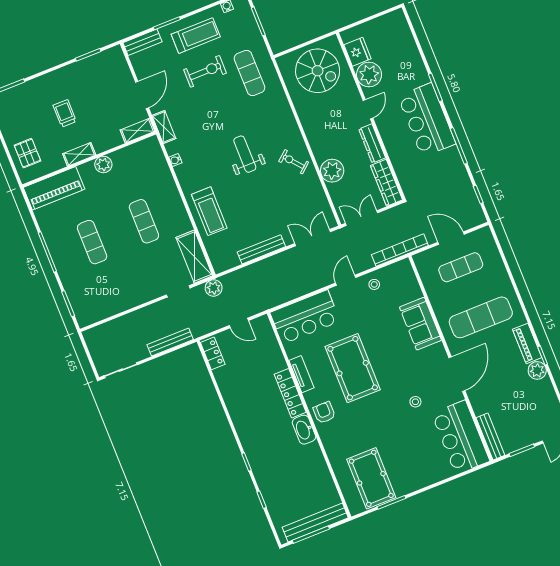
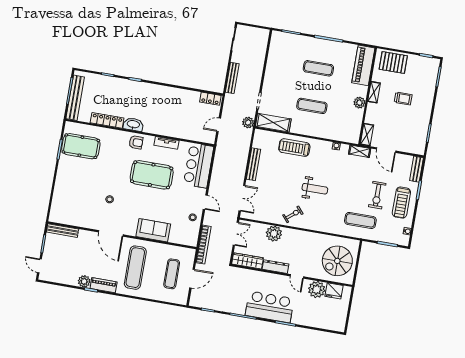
pallet: (27, 153) -> (393, 63), width x1.50, depth x1.42
locker: (290, 393) -> (107, 120), moved
bar counter: (461, 437) -> (73, 213), removed

